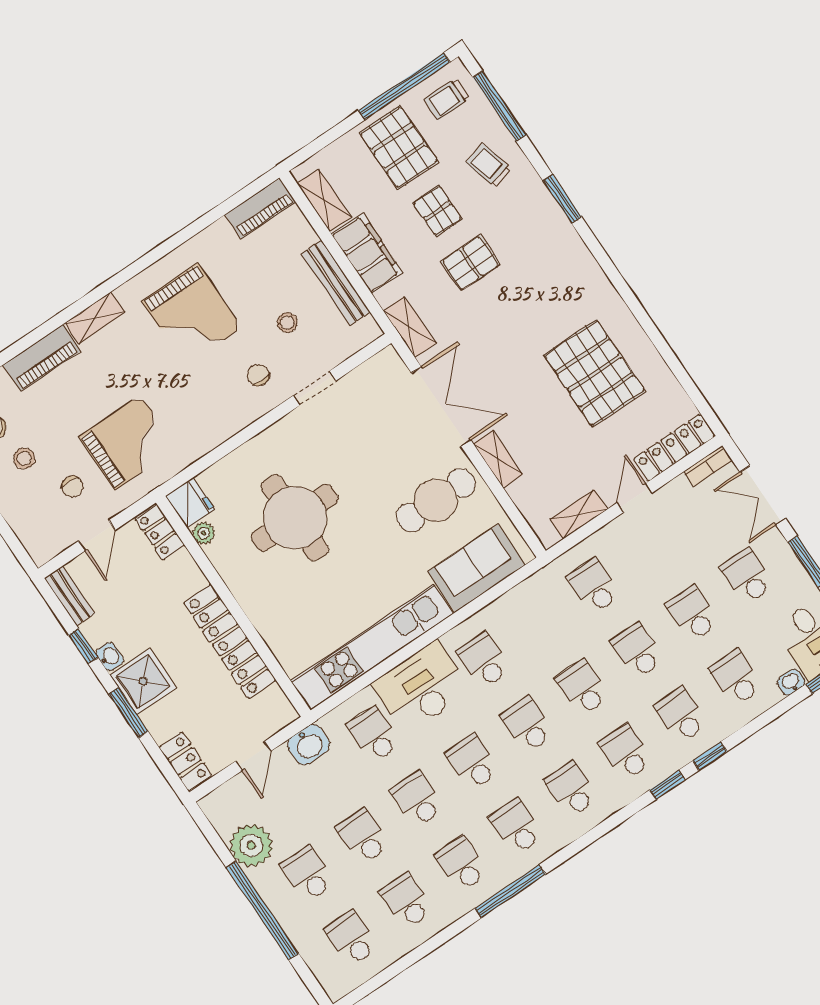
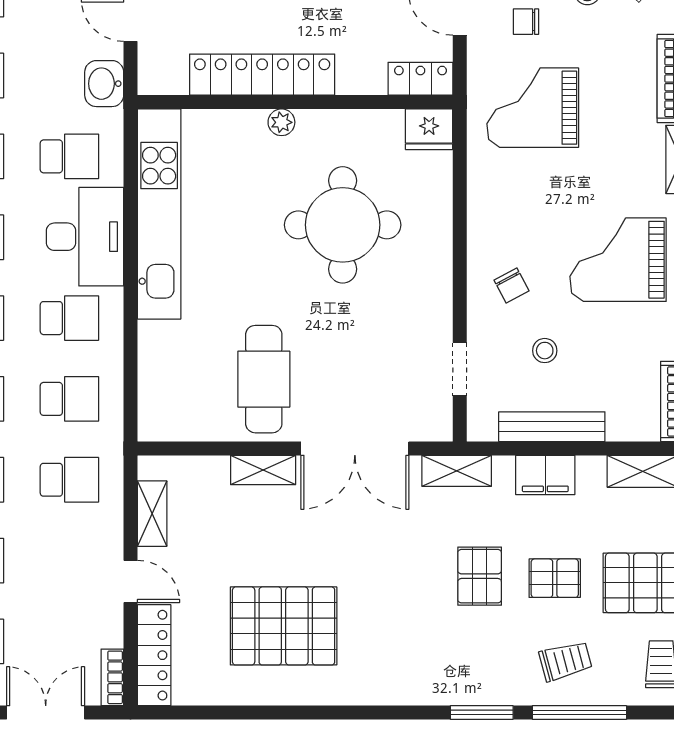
window: (499, 106) -> (579, 712), moved
filing cabinet: (367, 253) -> (545, 475), width x0.67, depth x0.86
chair: (258, 375) -> (512, 285), turned 62
doorway: (315, 388) -> (460, 369), moved
grand piano: (128, 442) -> (533, 108), turned 90
plant: (204, 533) -> (281, 122), moved
sofa: (477, 568) -> (167, 374), removed
school desk: (539, 623) -> (69, 399), added

